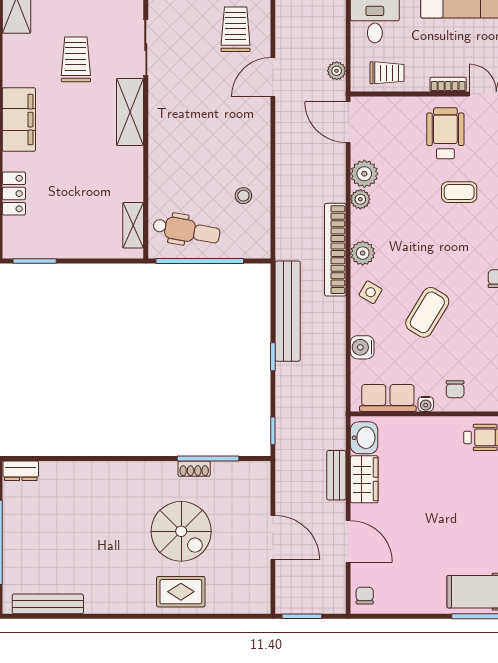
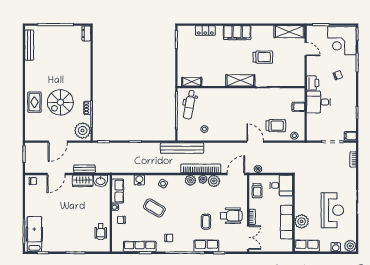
bookcase: (335, 250) -> (201, 168), moved
plant: (363, 253) -> (190, 180), moved
bench: (288, 311) -> (182, 148), moved
plant: (247, 480) -> (83, 131), added

